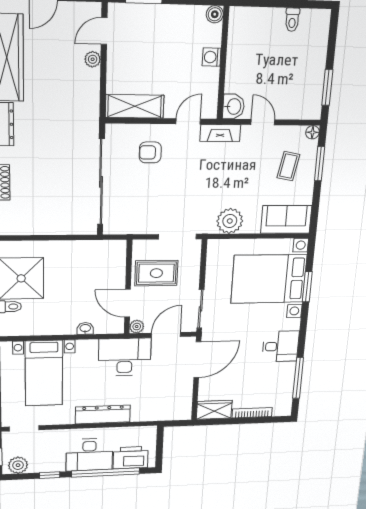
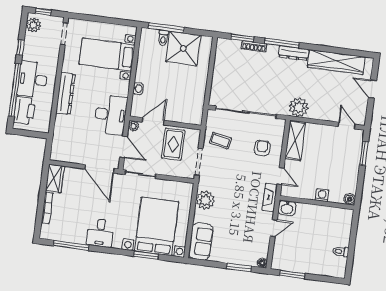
plant: (93, 59) -> (299, 107), moved, width x1.87, depth x1.87
coffee table: (288, 166) -> (220, 141), moved

